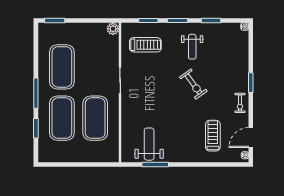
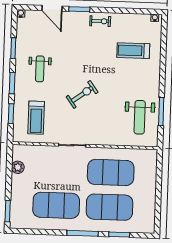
plant: (113, 29) -> (18, 167), moved
treadmill: (145, 45) -> (36, 118), turned 180
weight bench: (192, 47) -> (40, 69), turned 90
exercise bike: (193, 84) -> (82, 94), moved
door: (251, 137) -> (52, 8), moved
weight bench: (149, 144) -> (140, 117), turned -90

